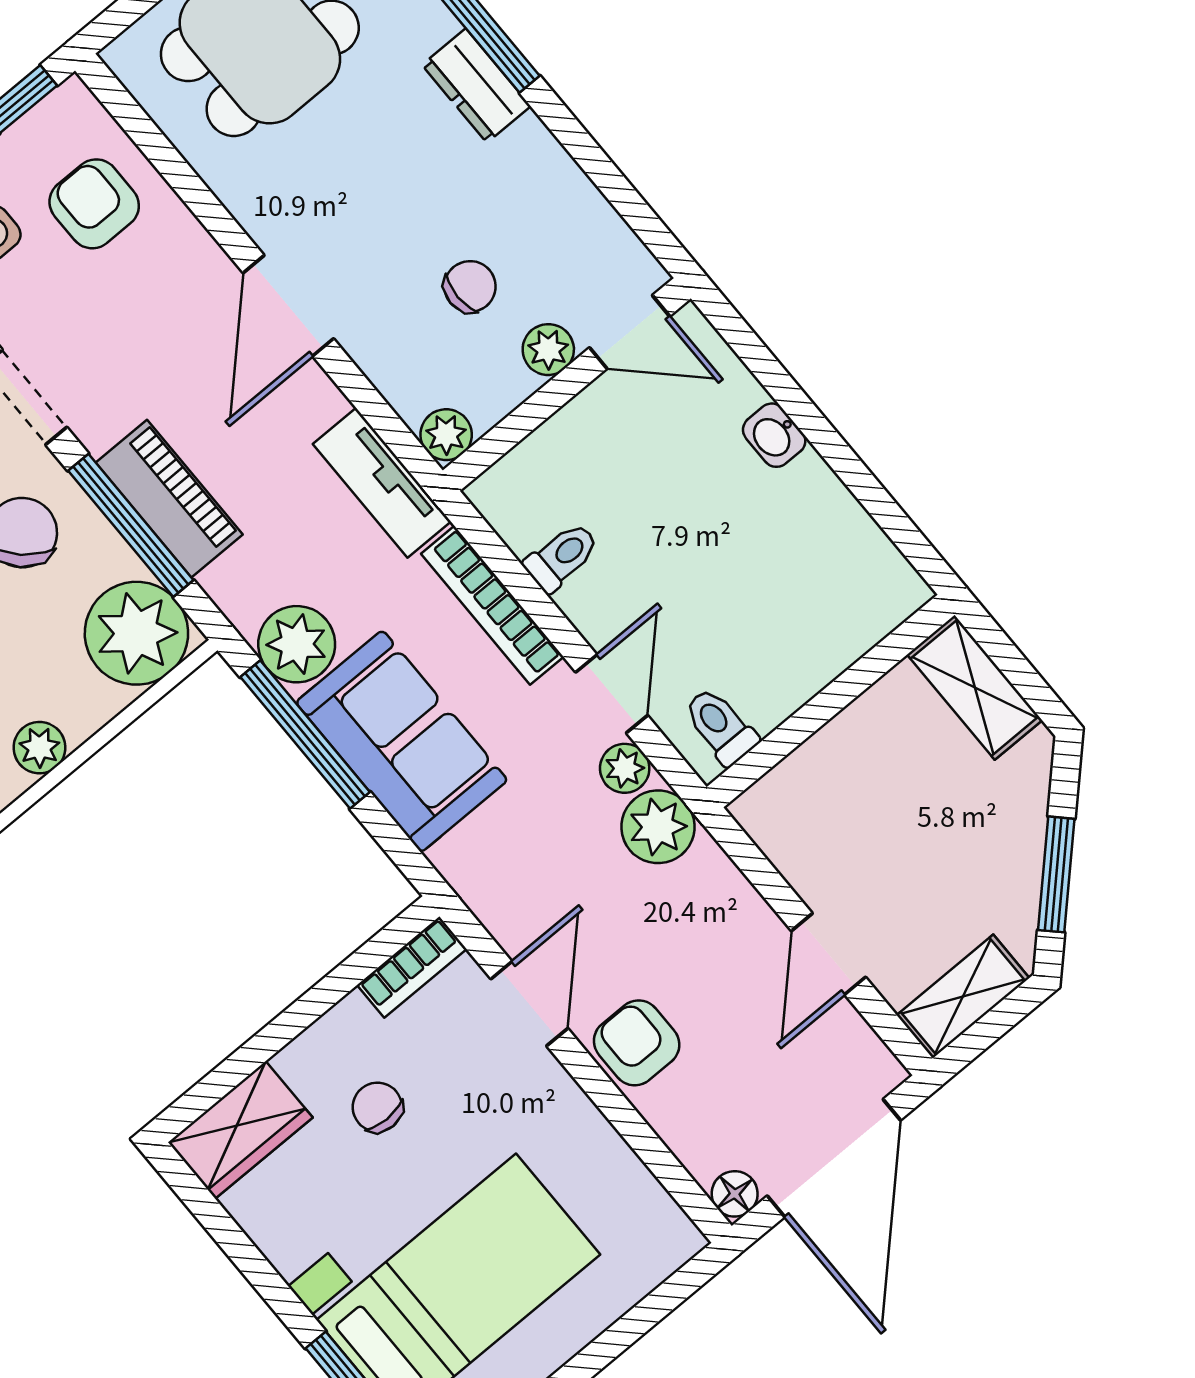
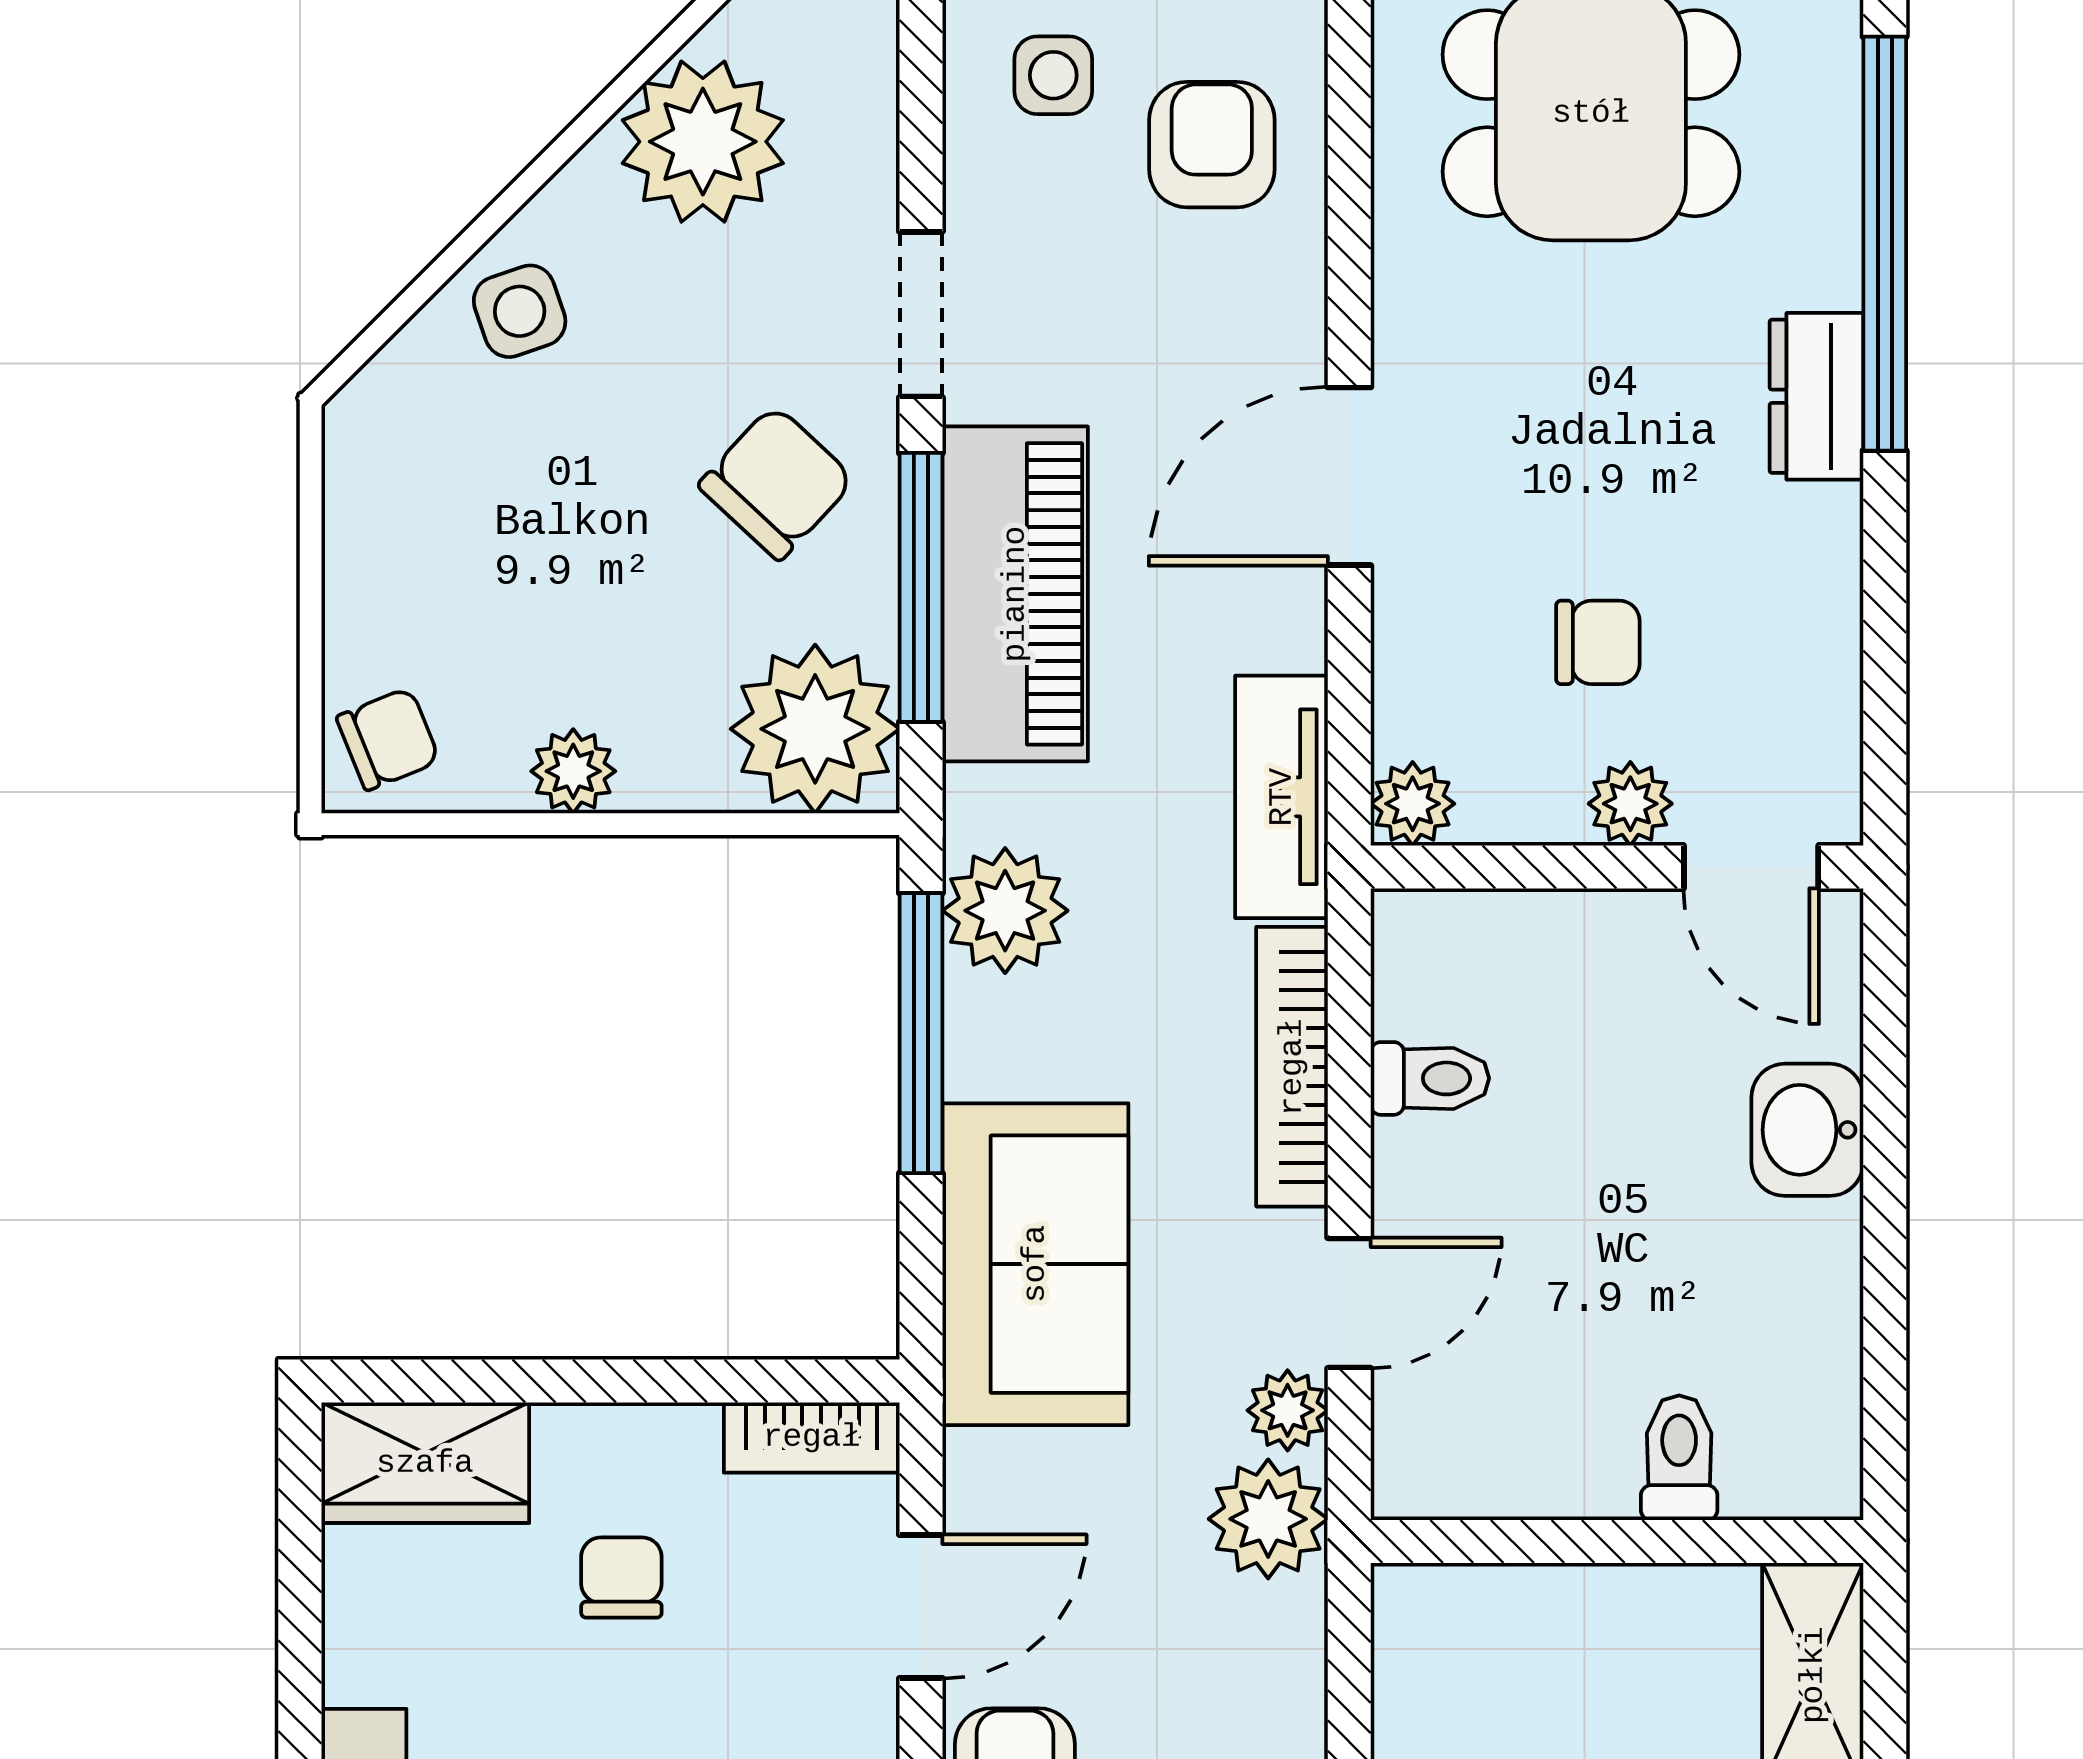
washbasin: (774, 435) -> (1807, 1130), width x1.38, depth x1.45
piano: (169, 499) -> (1015, 594), width x1.37, depth x1.33
toilet: (720, 726) -> (1679, 1458), moved
sofa: (402, 741) -> (1035, 1264), moved

